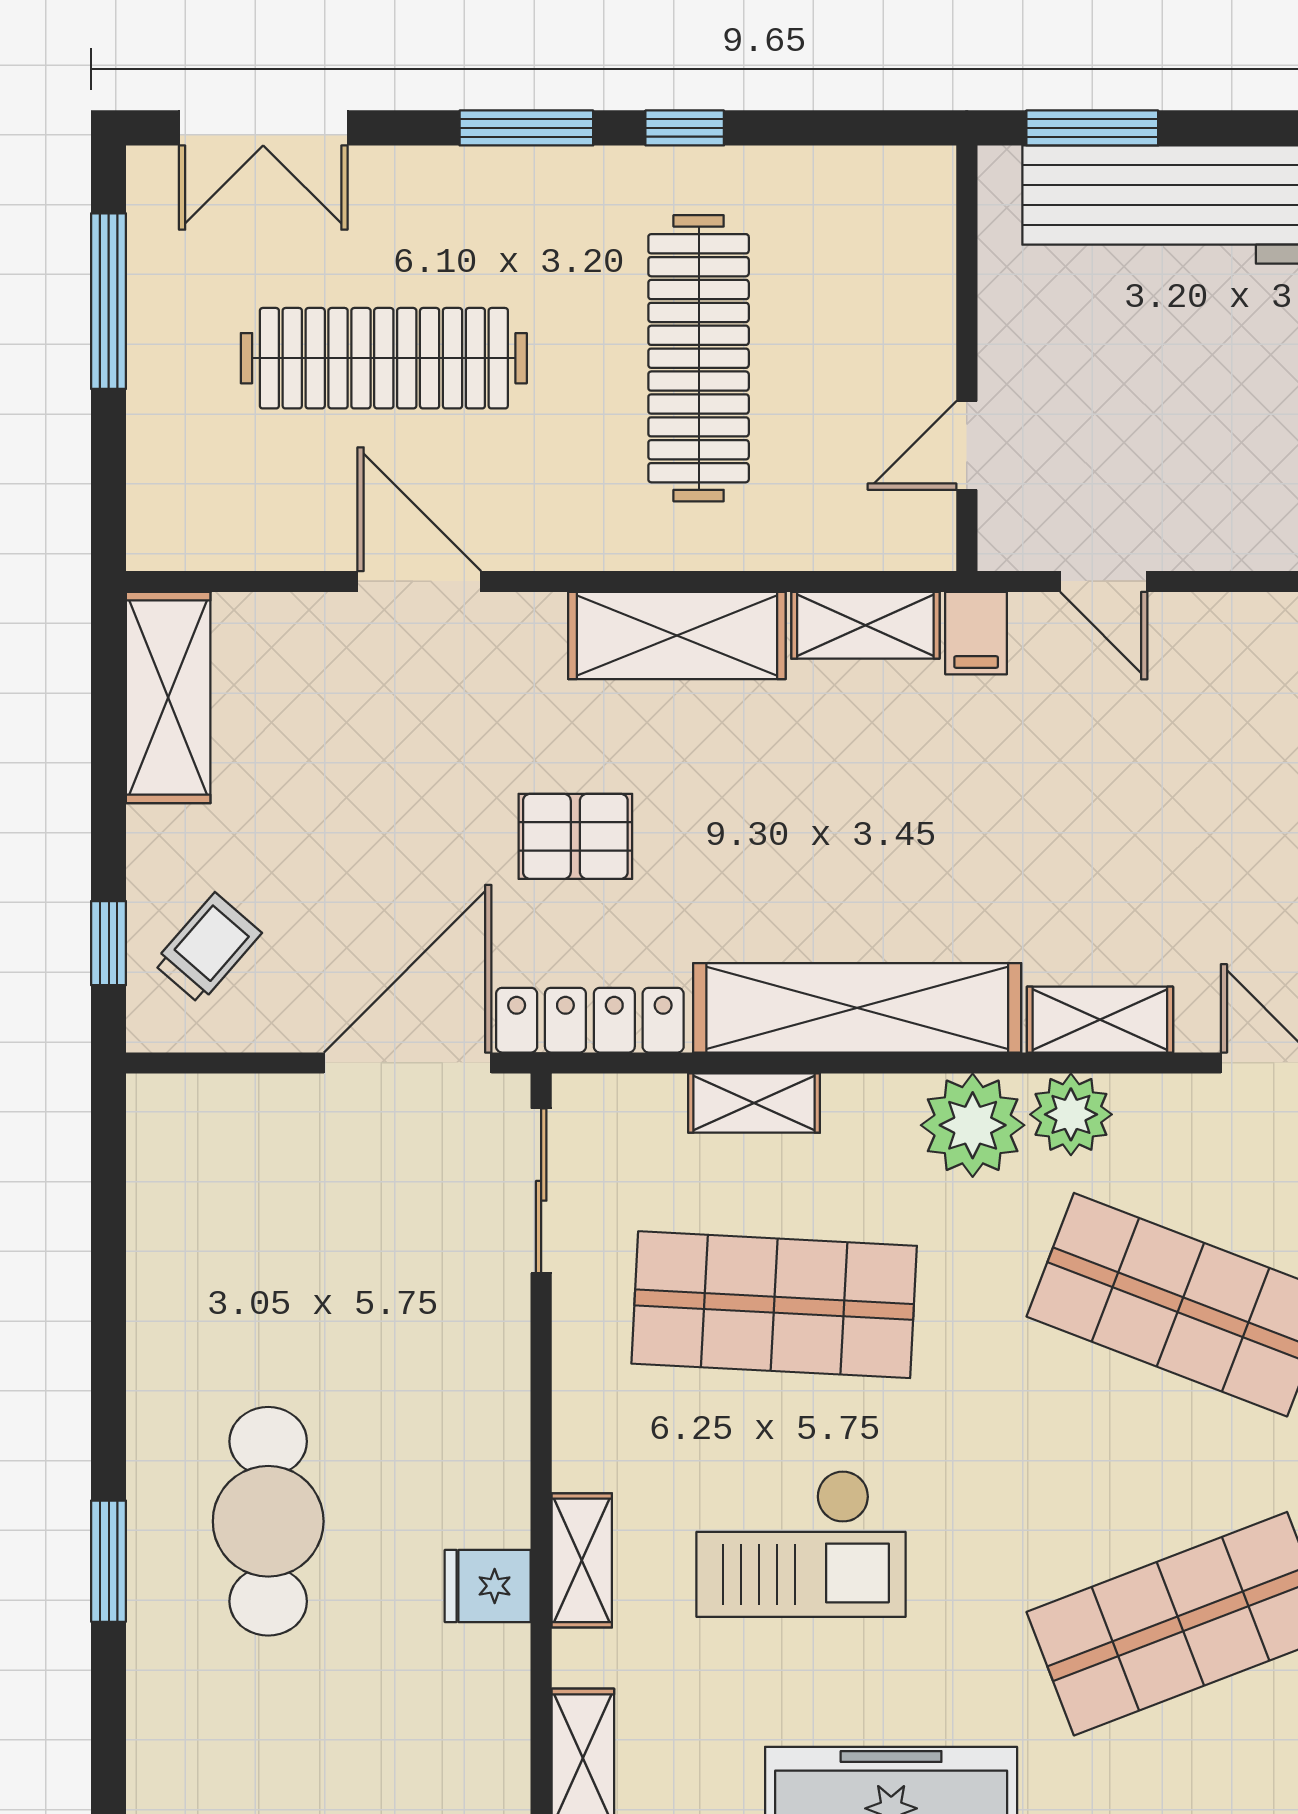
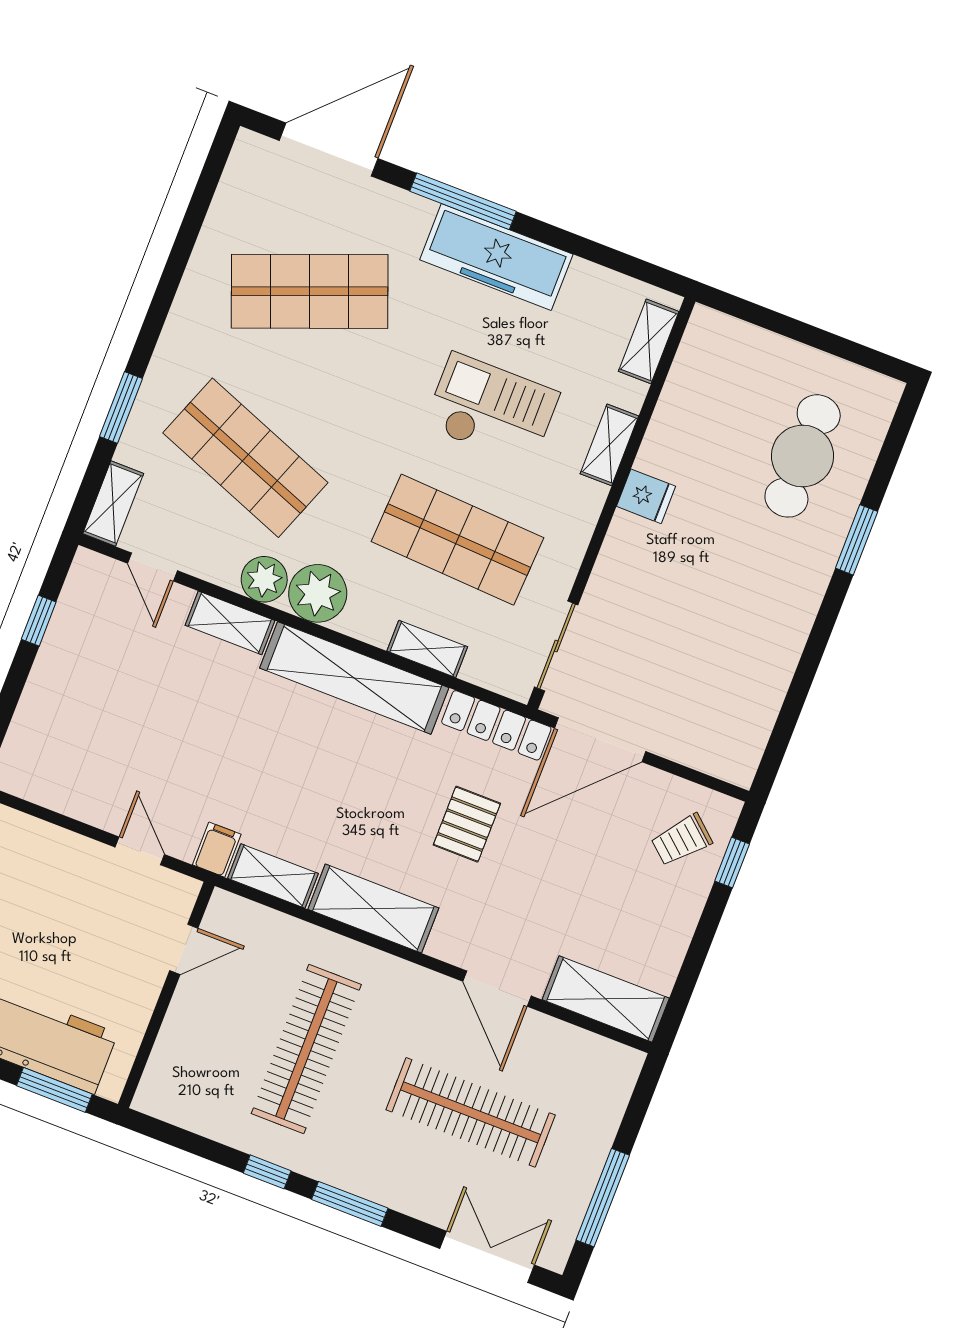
shelving: (168, 698) -> (606, 999), moved, turned 90
pallet: (575, 836) -> (467, 824), turned 90
cafe table: (268, 1521) -> (803, 456), moved
fridge: (488, 1586) -> (646, 496), moved

